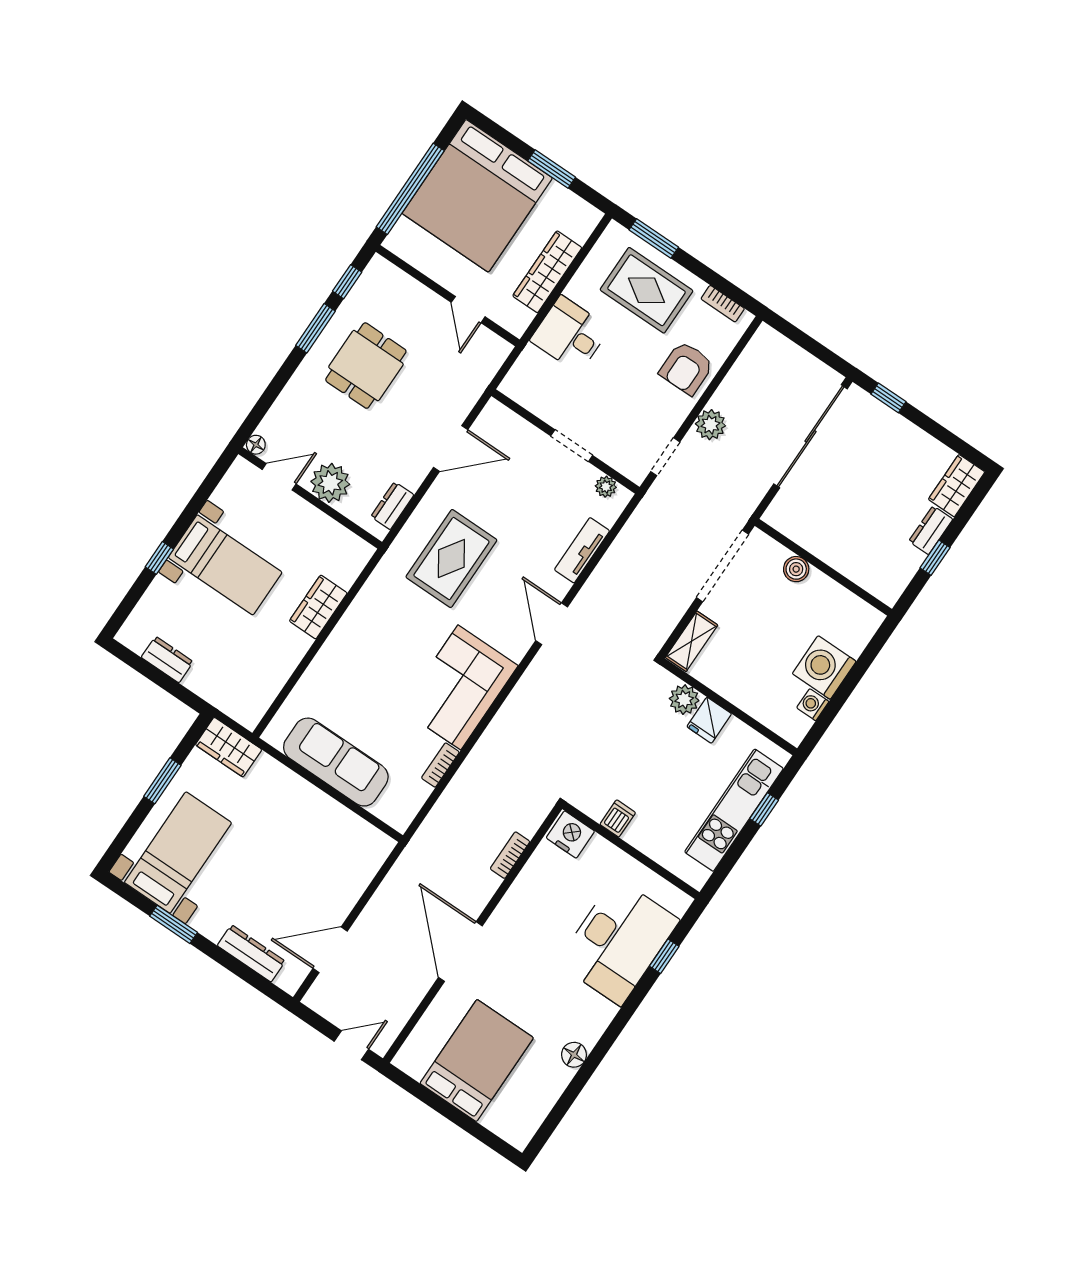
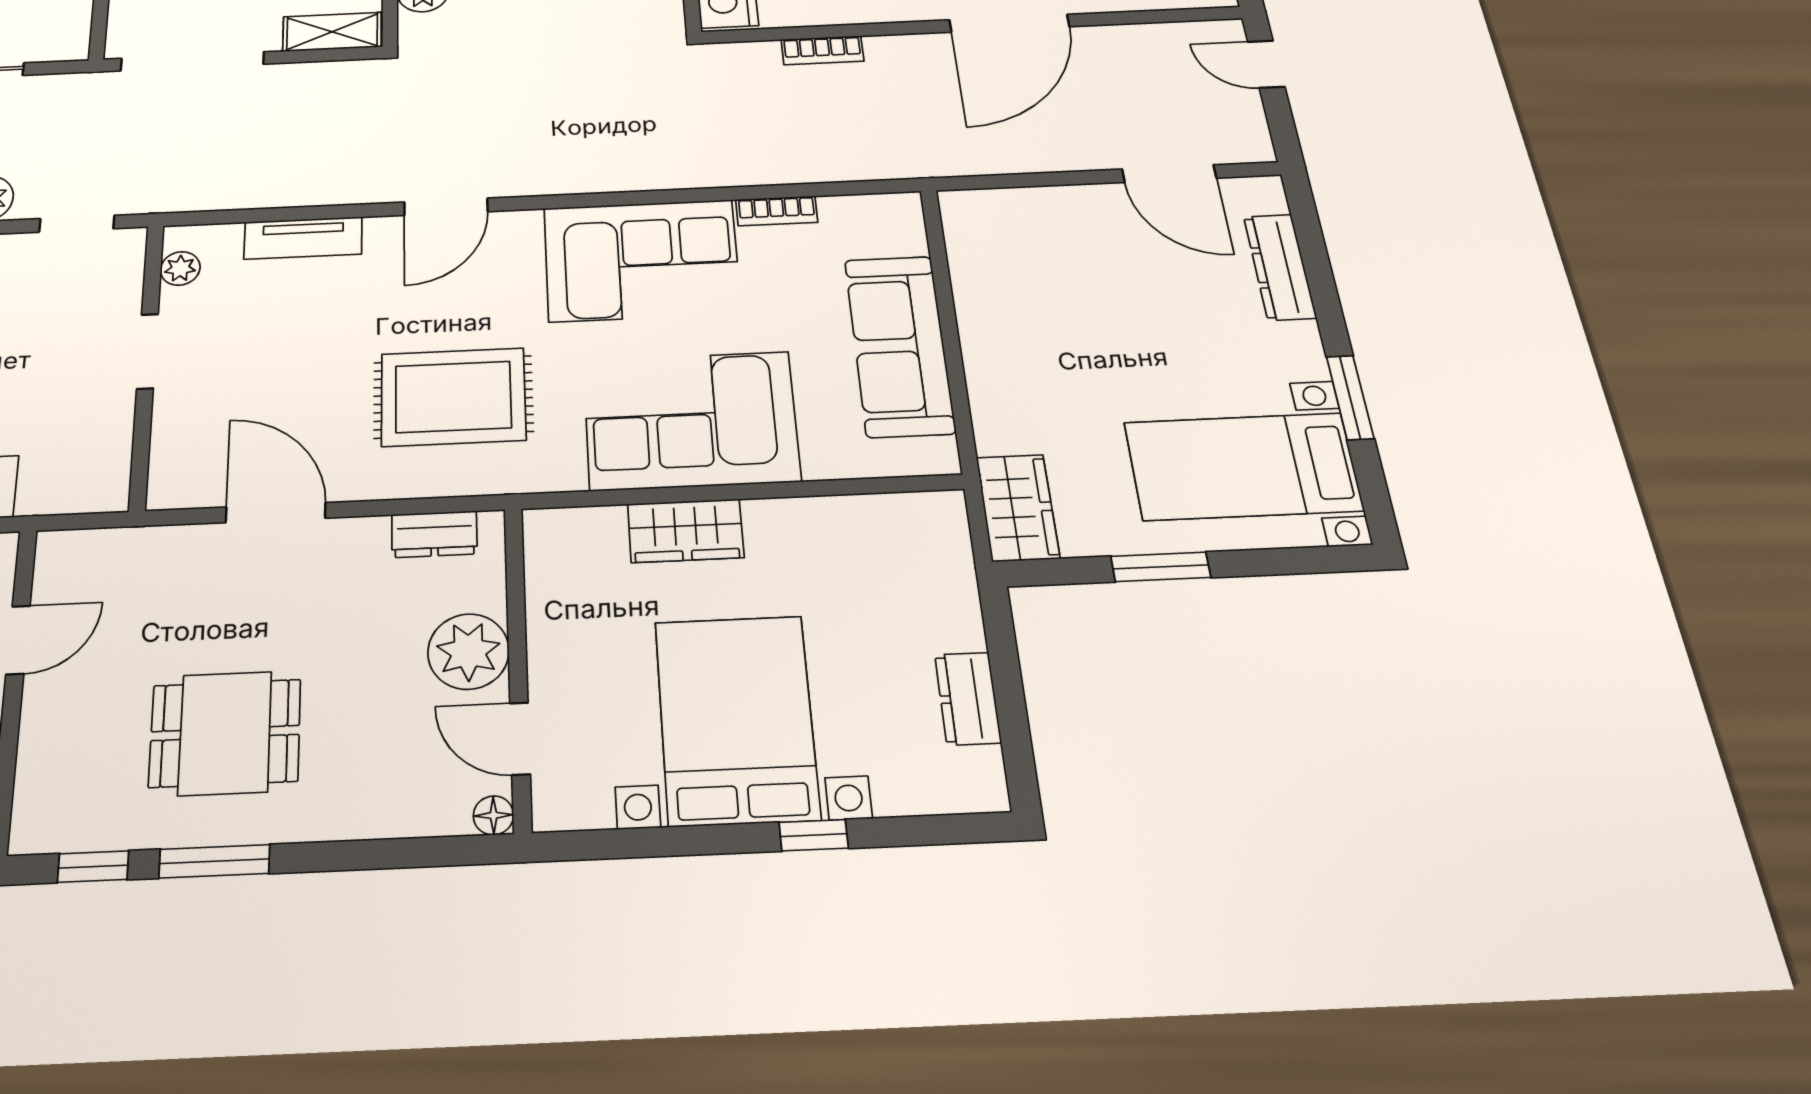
bed with nightstands: (225, 565) -> (736, 719), width x1.36
corner sofa: (366, 648) -> (691, 420), added

